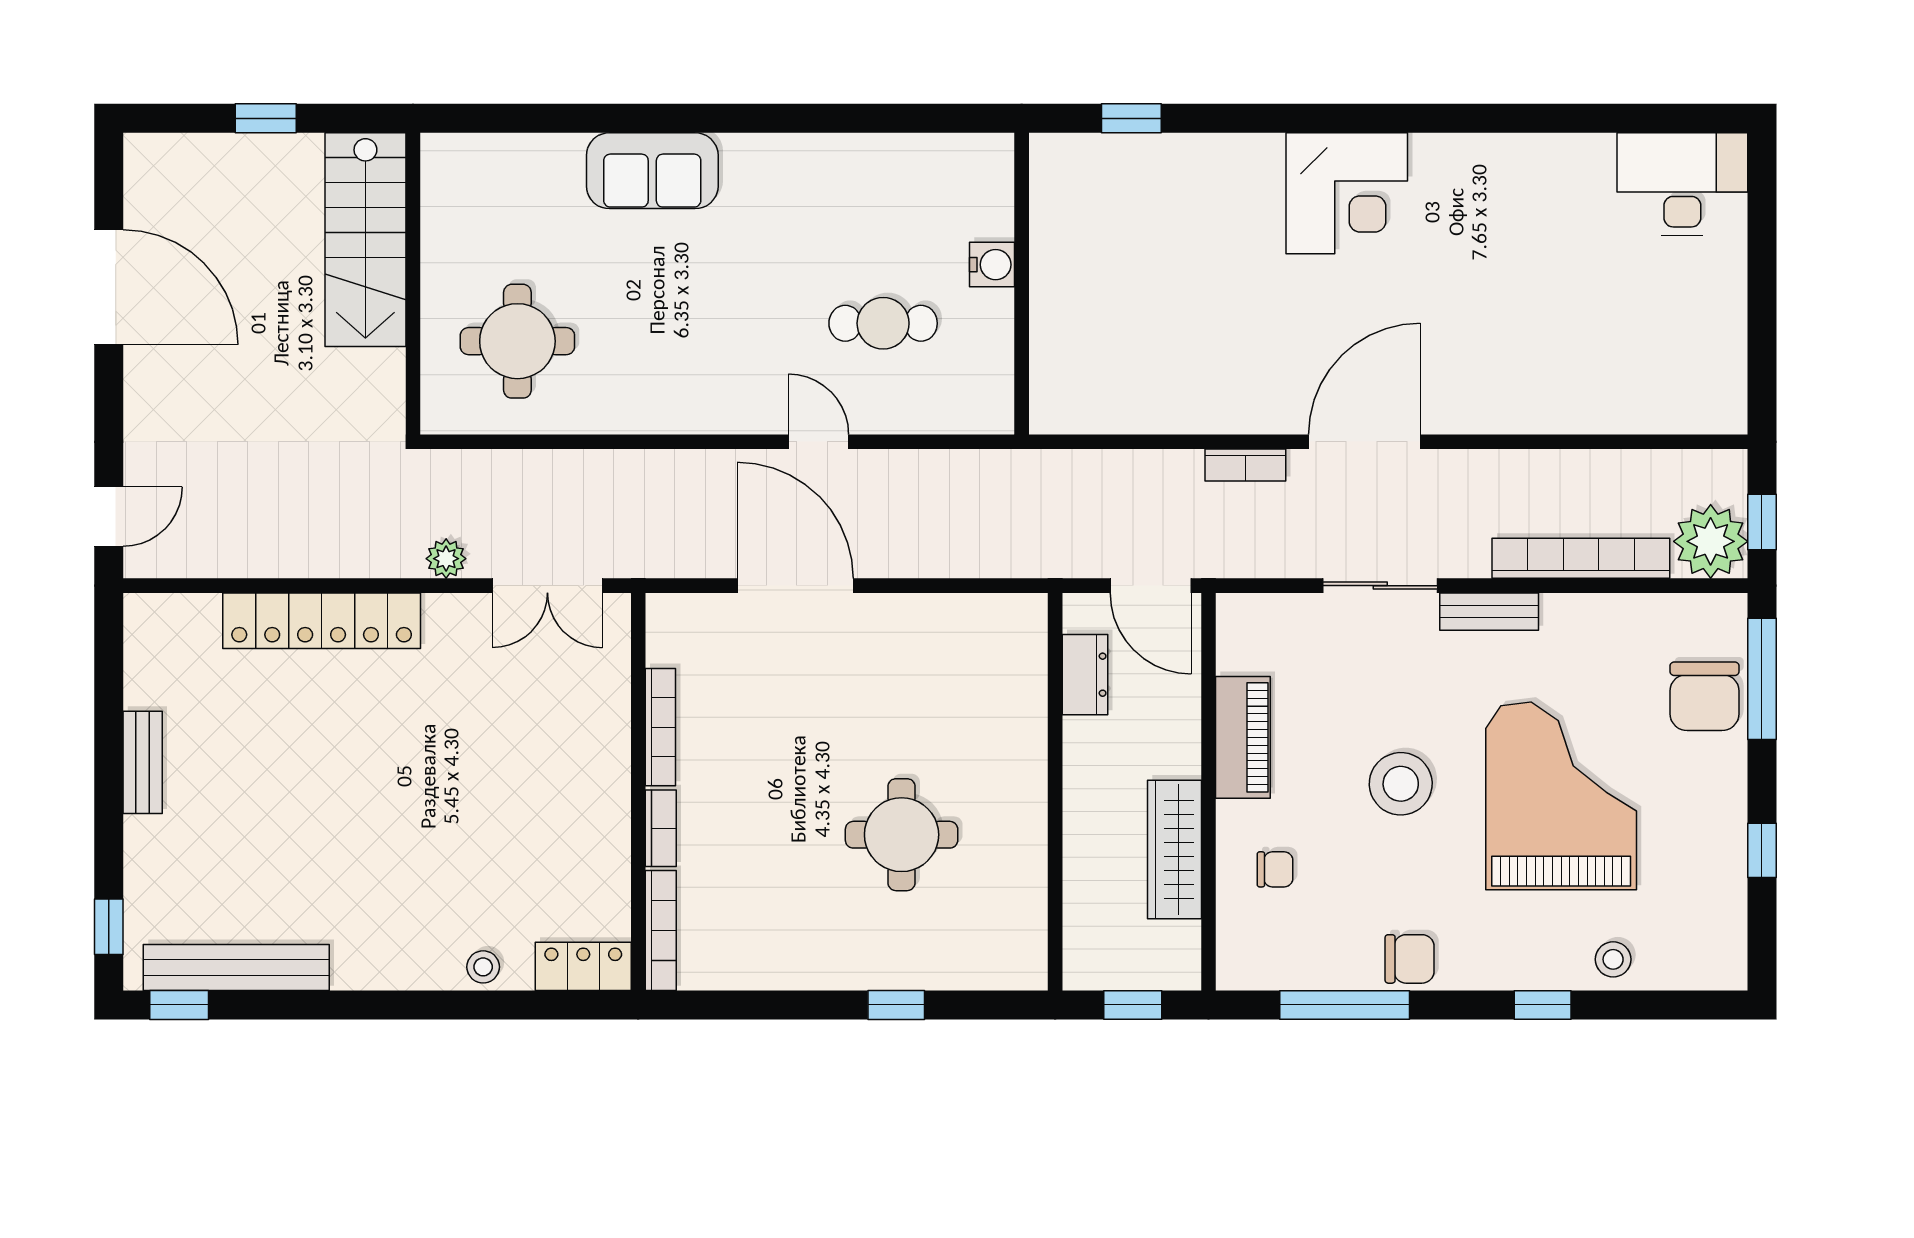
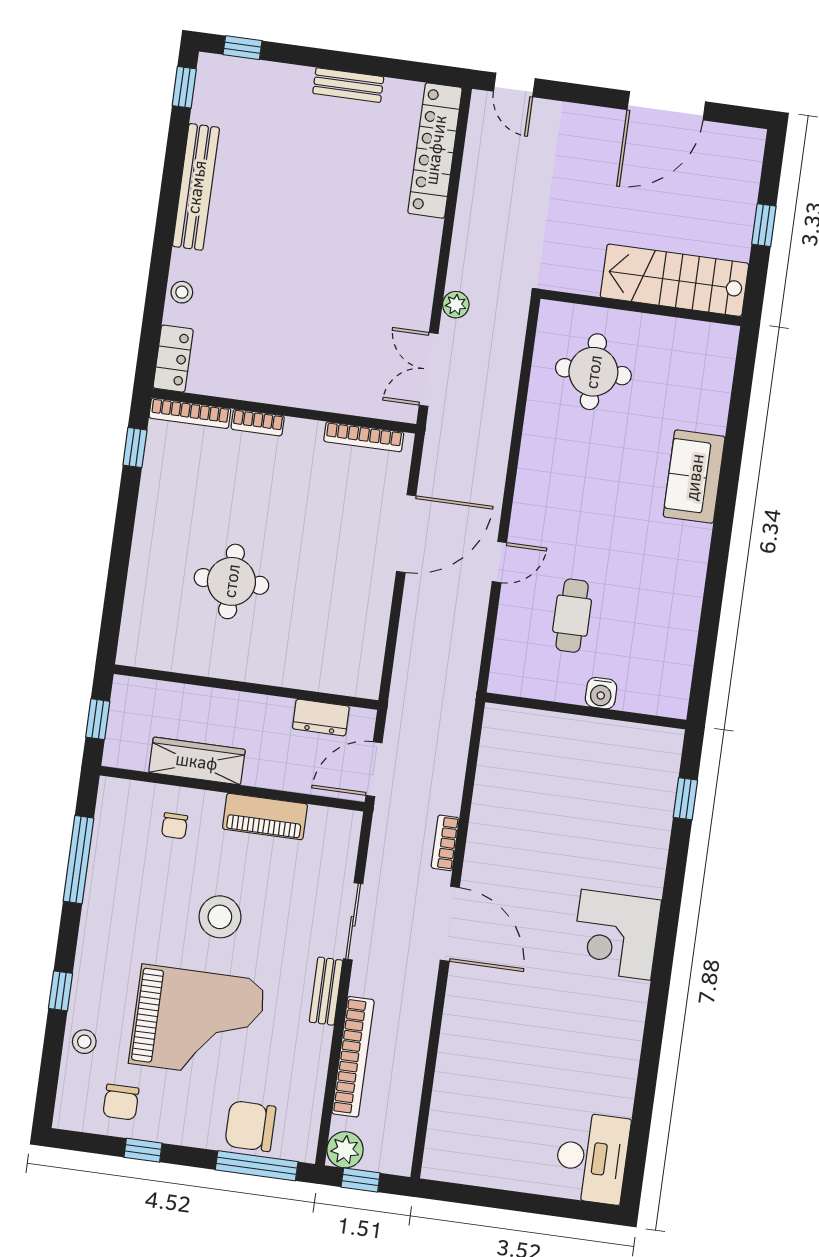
plant: (1711, 541) -> (345, 1150), width x0.73, depth x0.73
locker: (322, 621) -> (435, 150), moved
bookcase: (660, 727) -> (364, 437), moved
chair: (1410, 959) -> (121, 1102), moved
bench: (236, 967) -> (196, 187), moved
window: (896, 1005) -> (135, 448), moved

